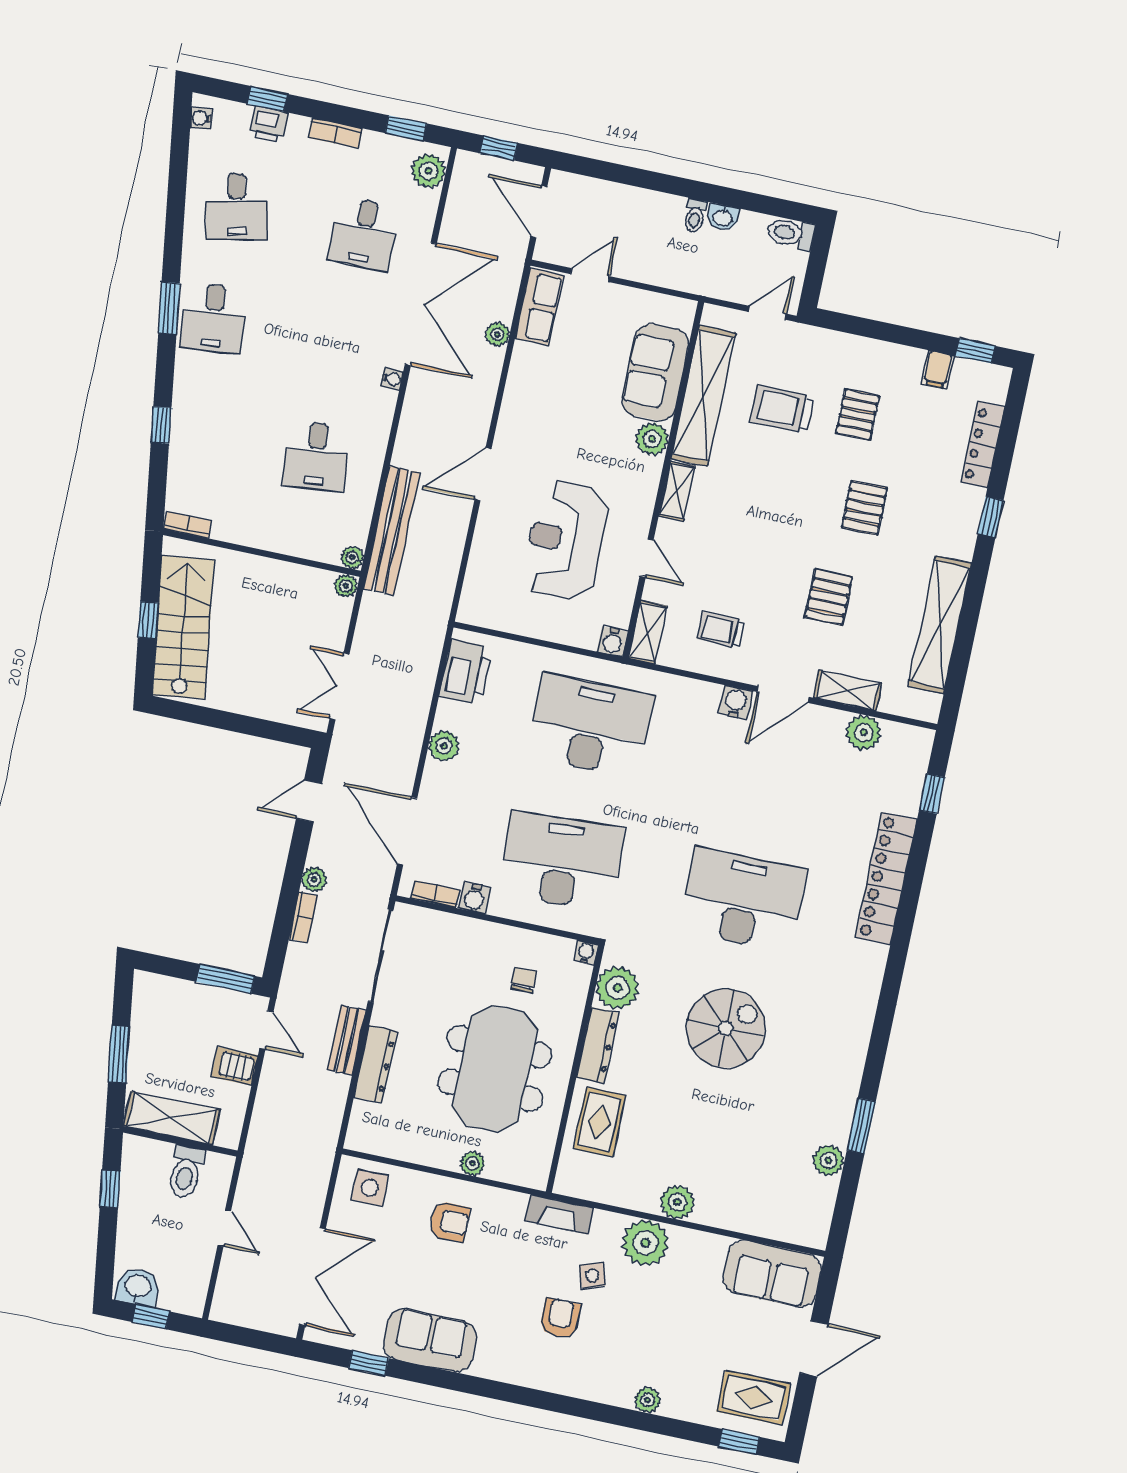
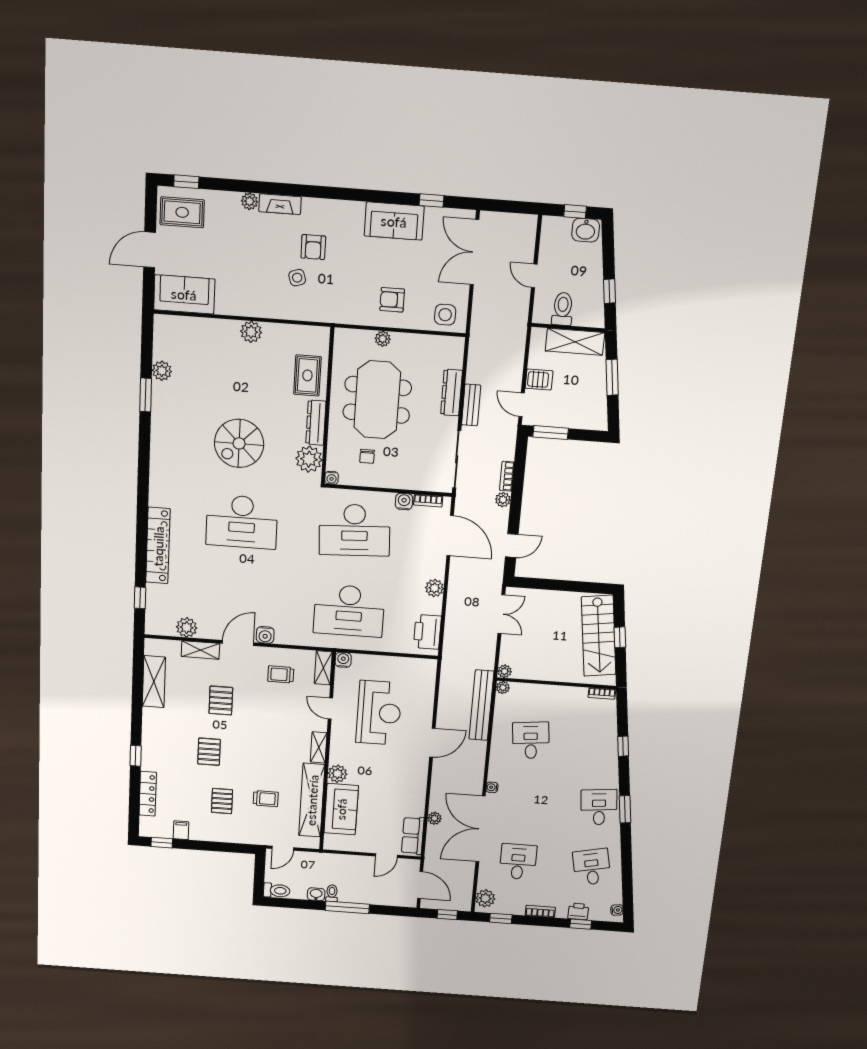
window: (672, 185) -> (347, 907), added
trolley: (782, 409) -> (266, 799), width x0.73, depth x0.72
shelving: (940, 625) -> (154, 682), width x0.68
trolley: (721, 630) -> (281, 674), turned 180
fireplace: (559, 1214) -> (280, 204), moved, turned 180
plant: (645, 1243) -> (267, 303), removed

